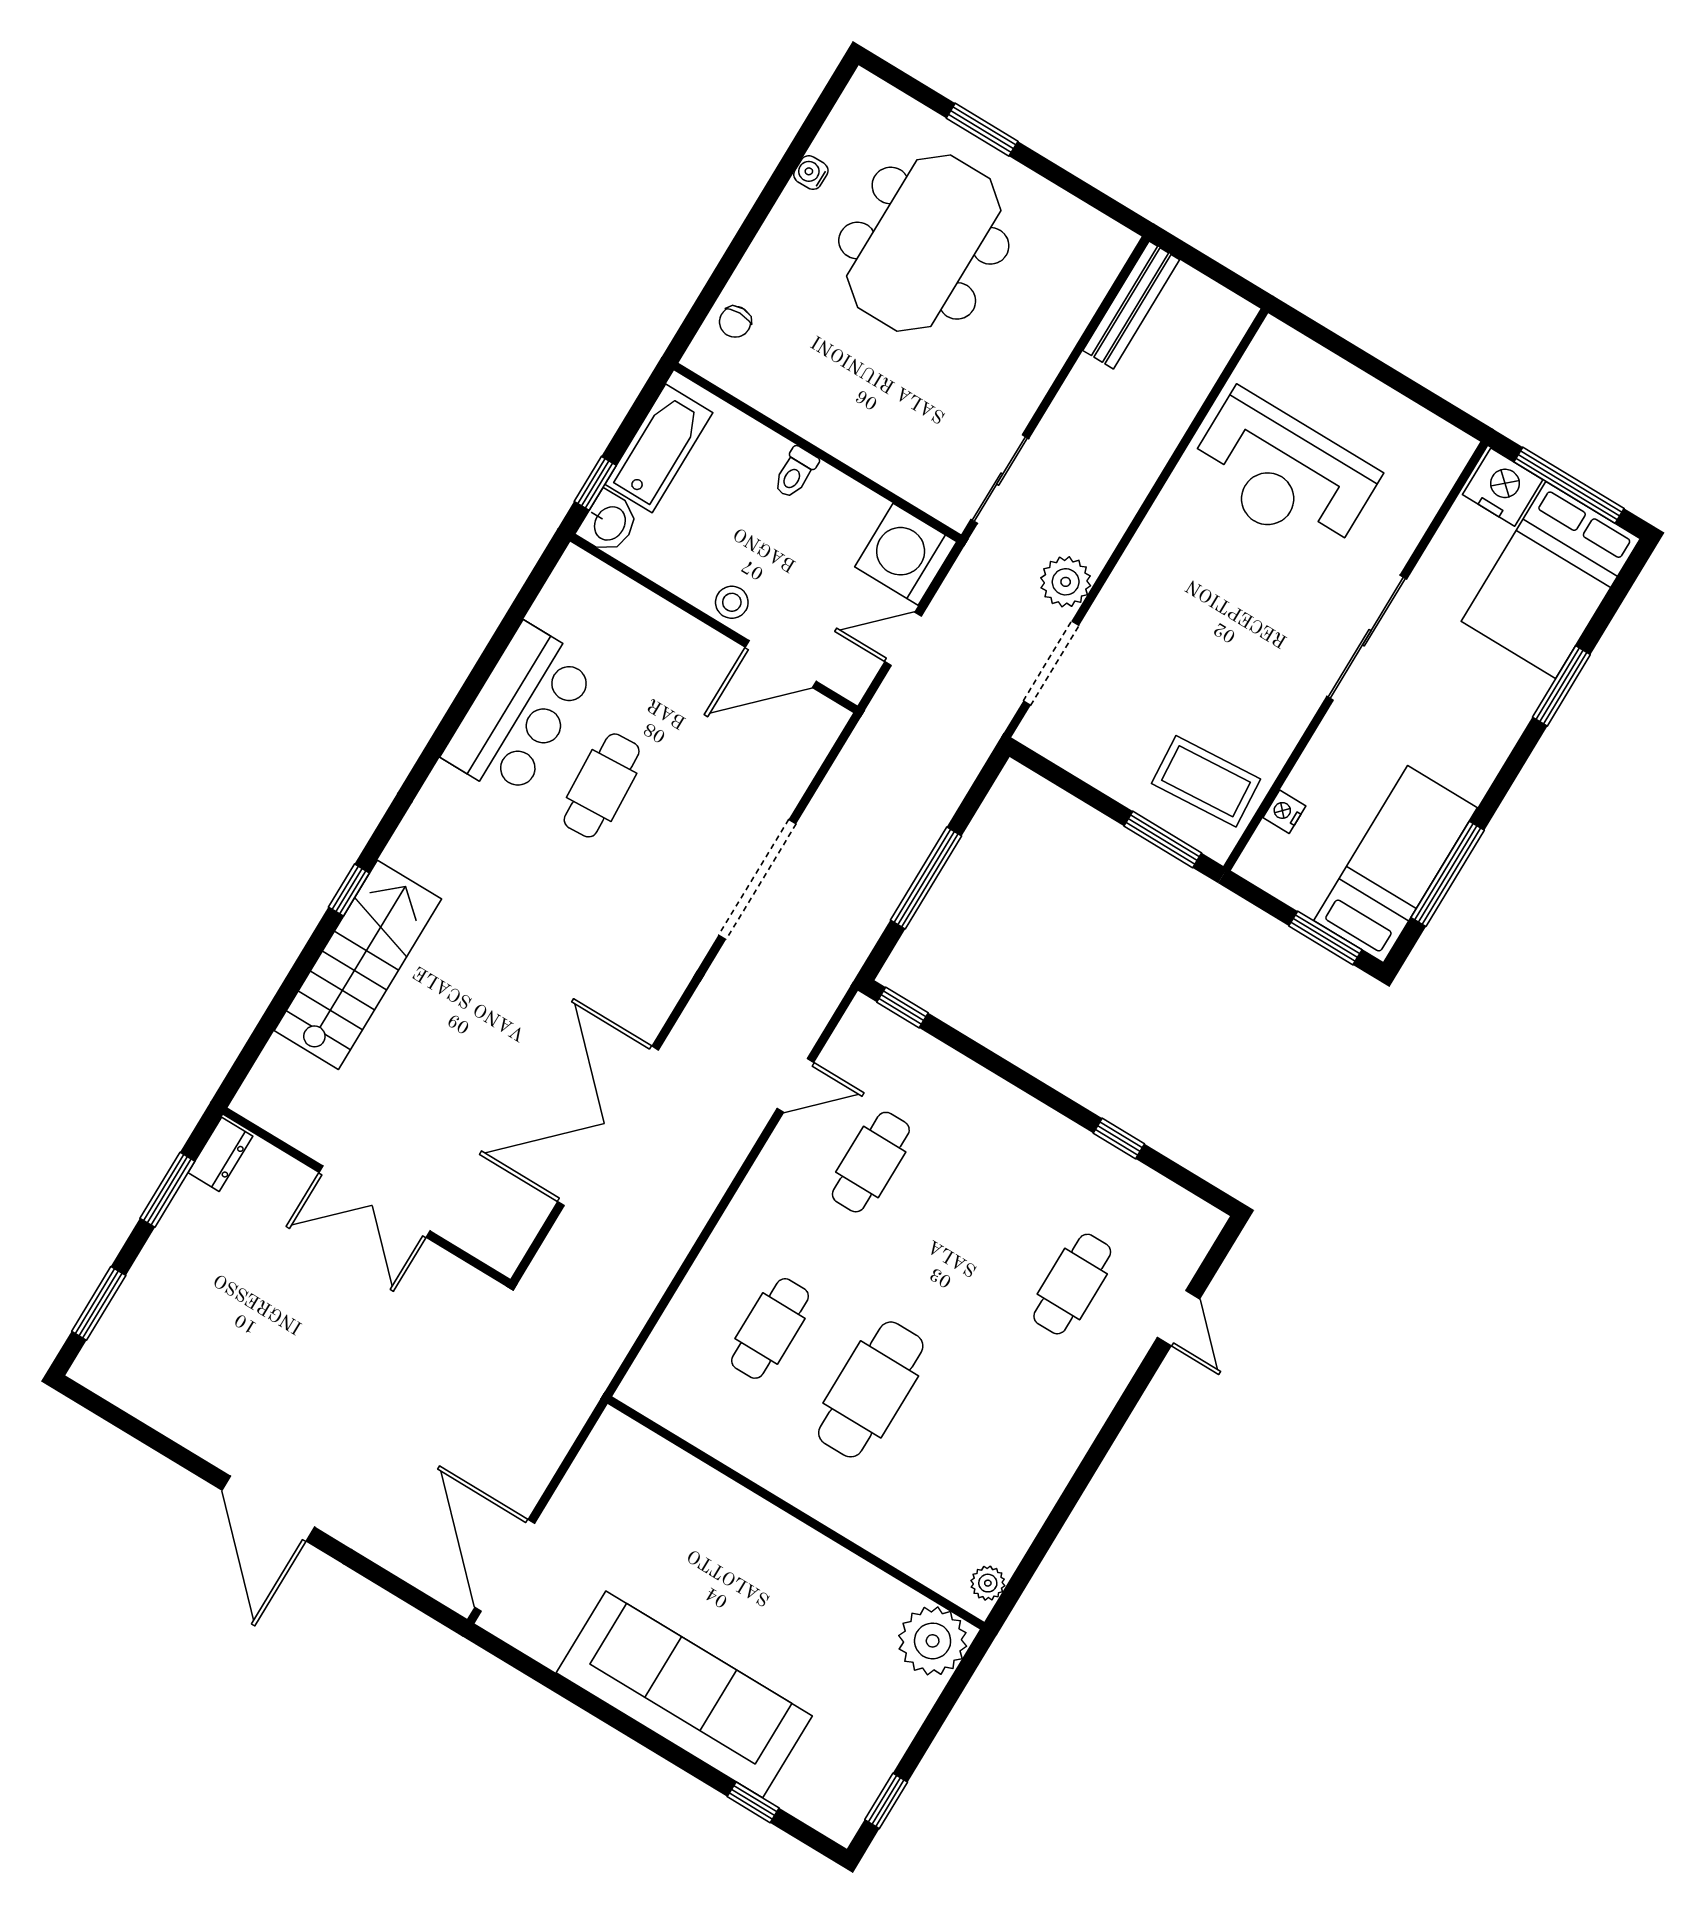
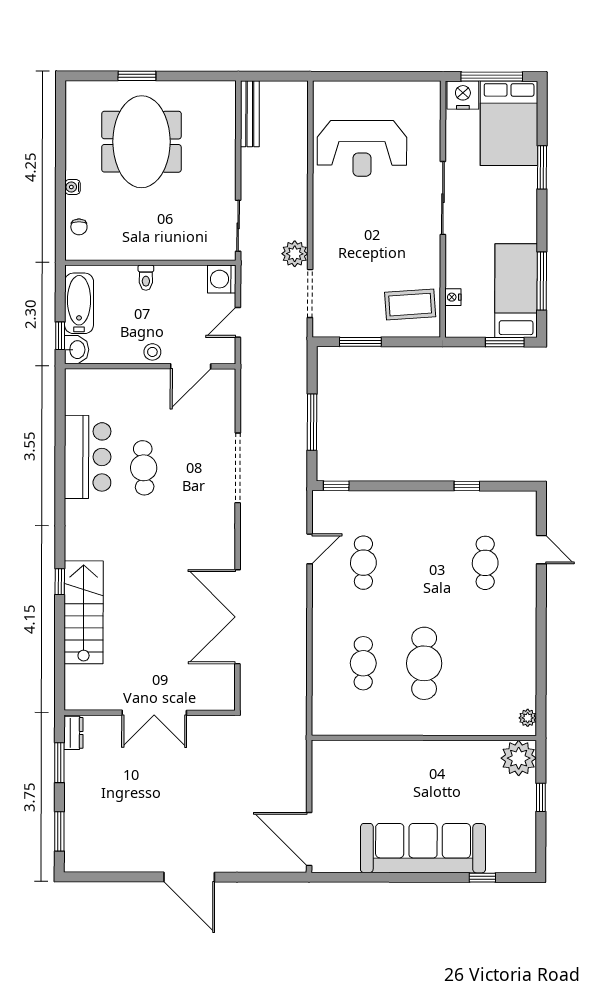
water cooler: (811, 173) -> (73, 187), moved
washing machine: (906, 554) -> (222, 279), width x0.73, depth x0.73
window: (1163, 839) -> (360, 342), moved
window: (886, 1801) -> (541, 797), moved

